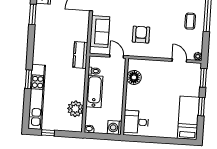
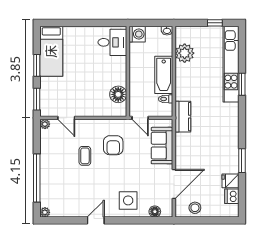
coffee table: (190, 21) -> (85, 156), moved

